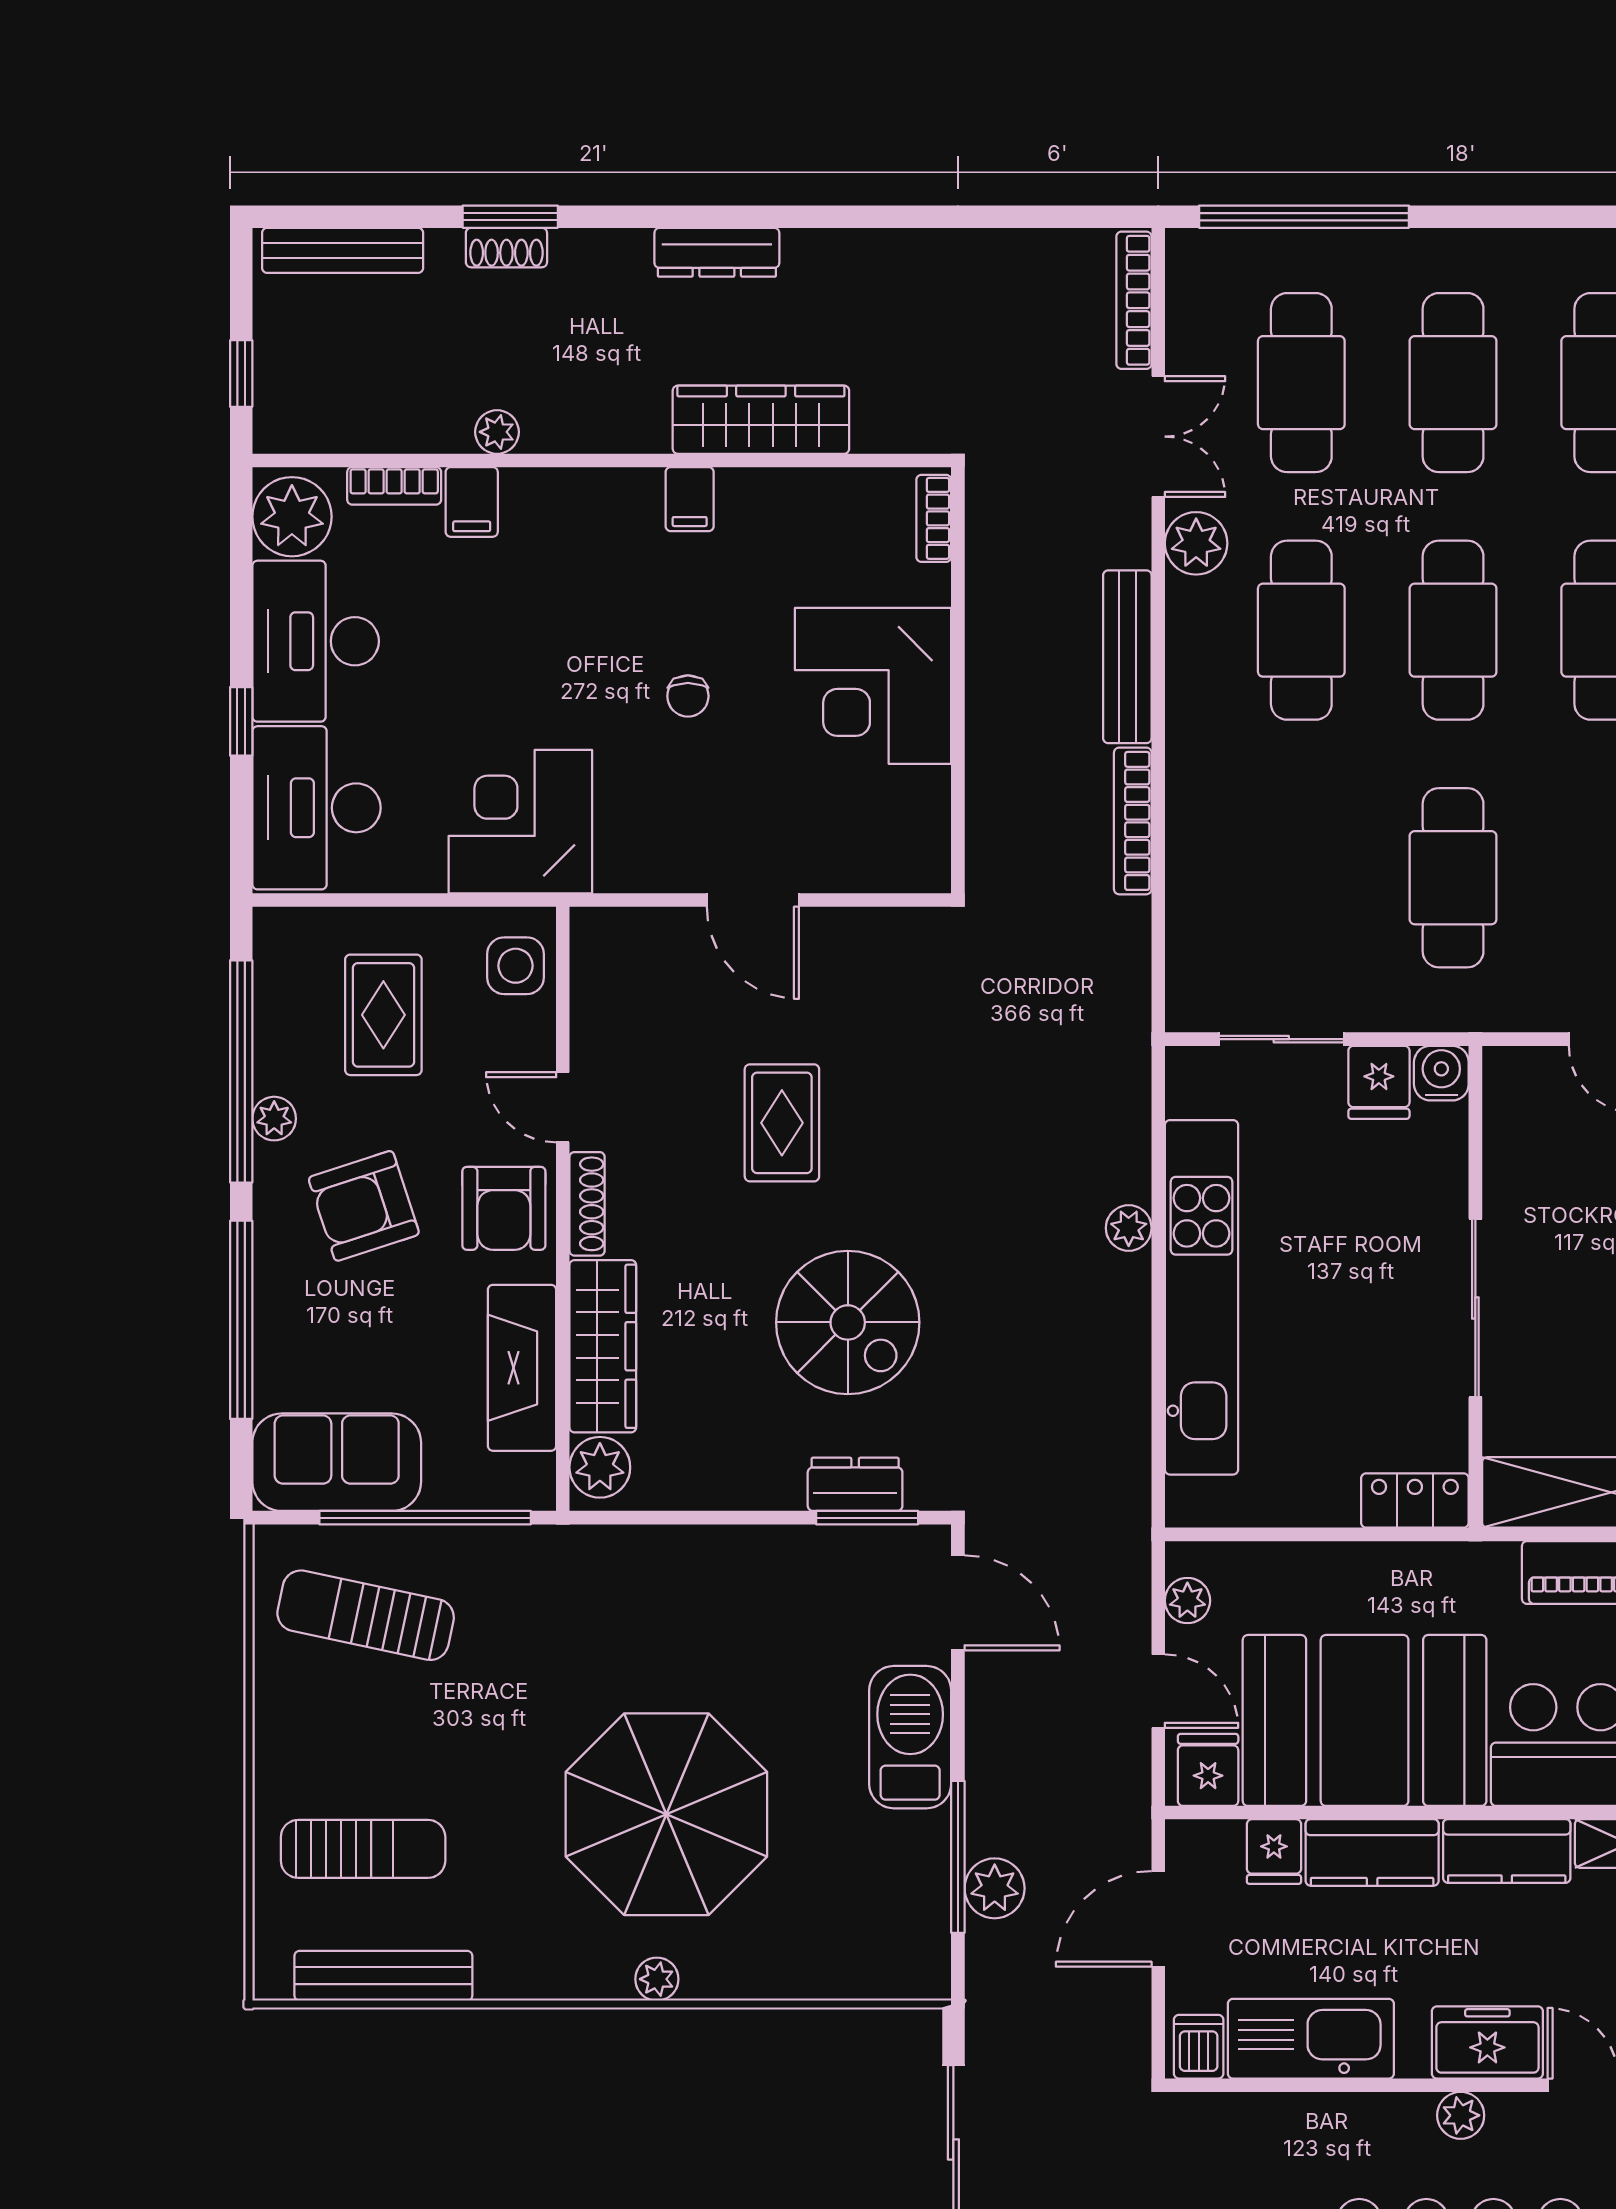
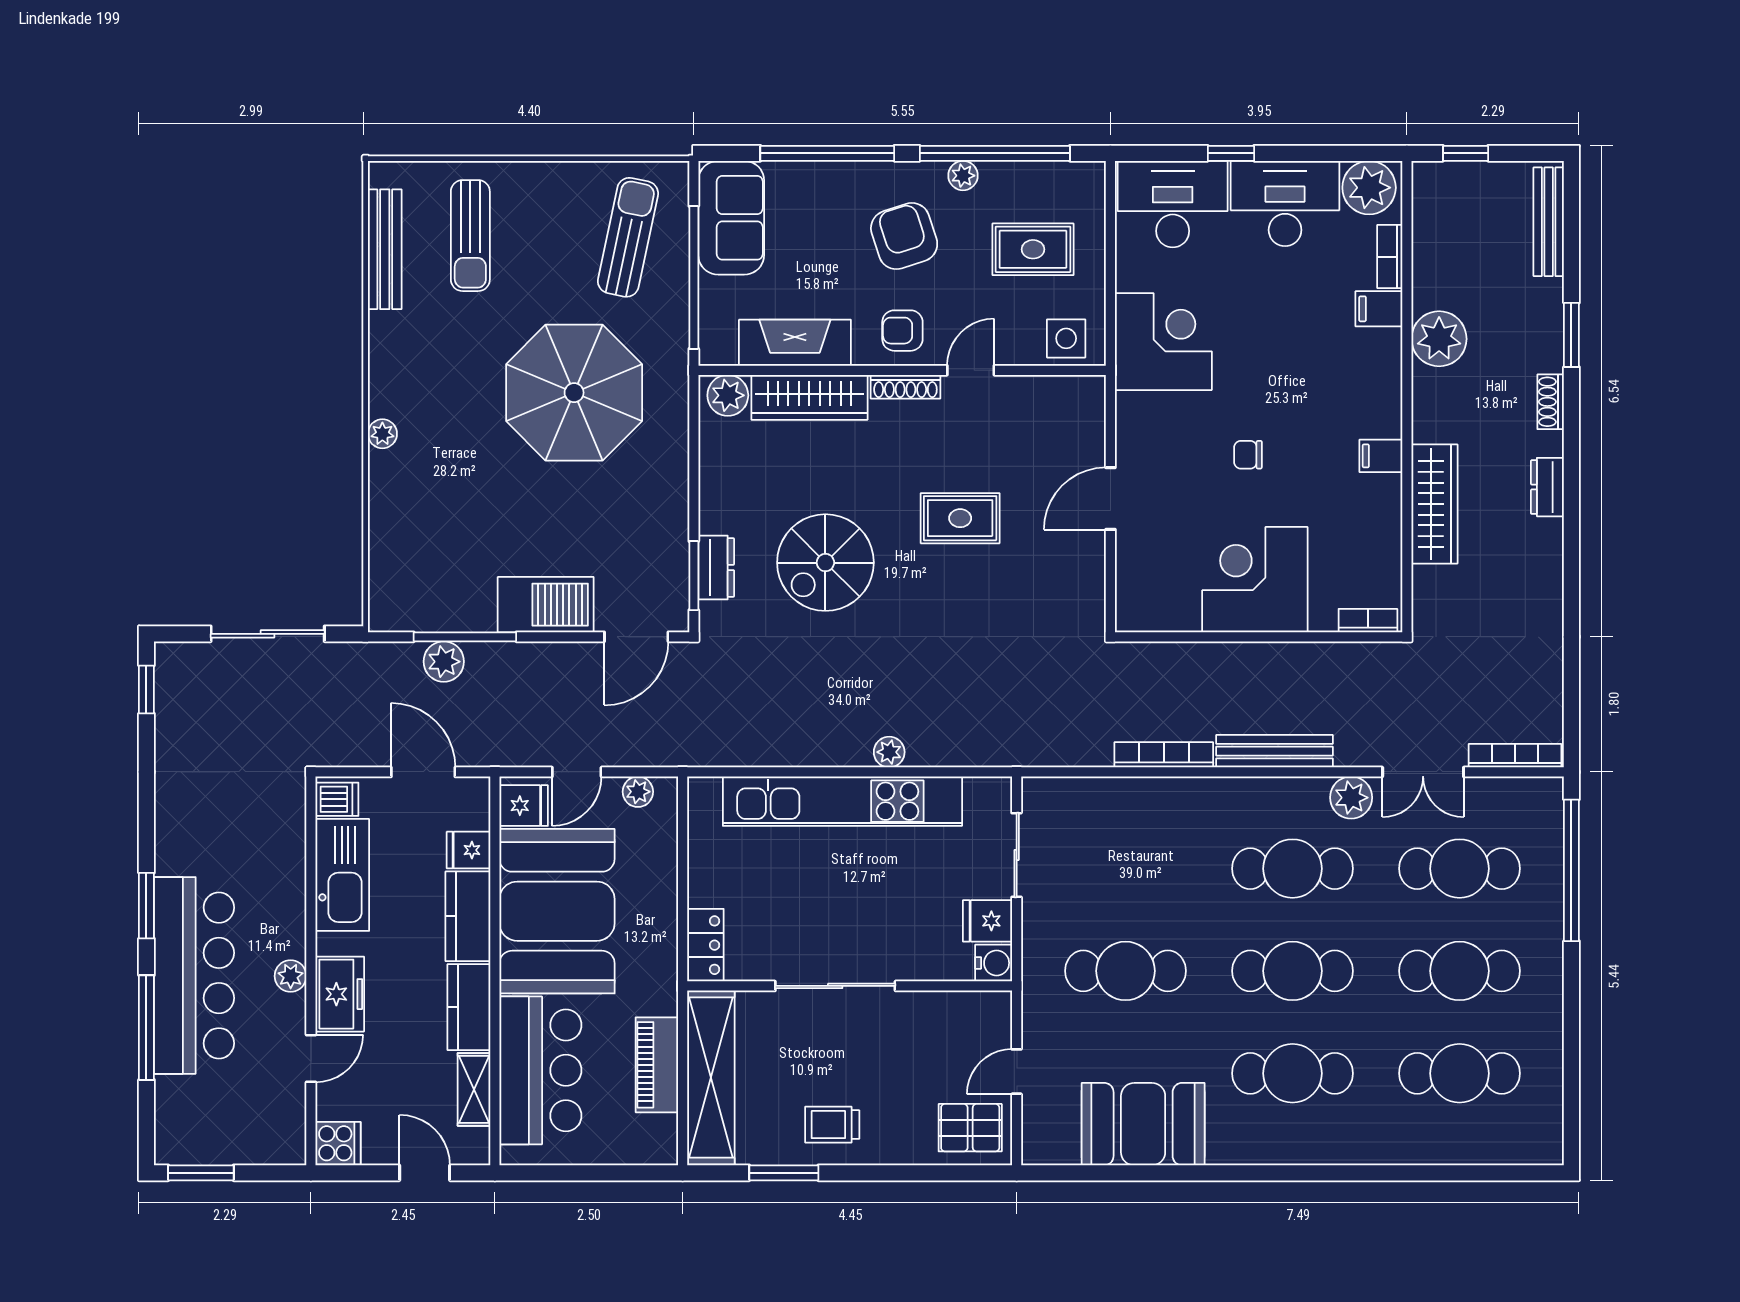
shoe rack: (506, 248) -> (1551, 402), moved
dresser: (717, 252) -> (1547, 487), width x0.70
plant: (497, 432) -> (1439, 339), width x1.88, depth x1.88
armchair: (504, 1208) -> (902, 331), width x0.72, depth x0.72
parasol: (666, 1814) -> (574, 393), moved

